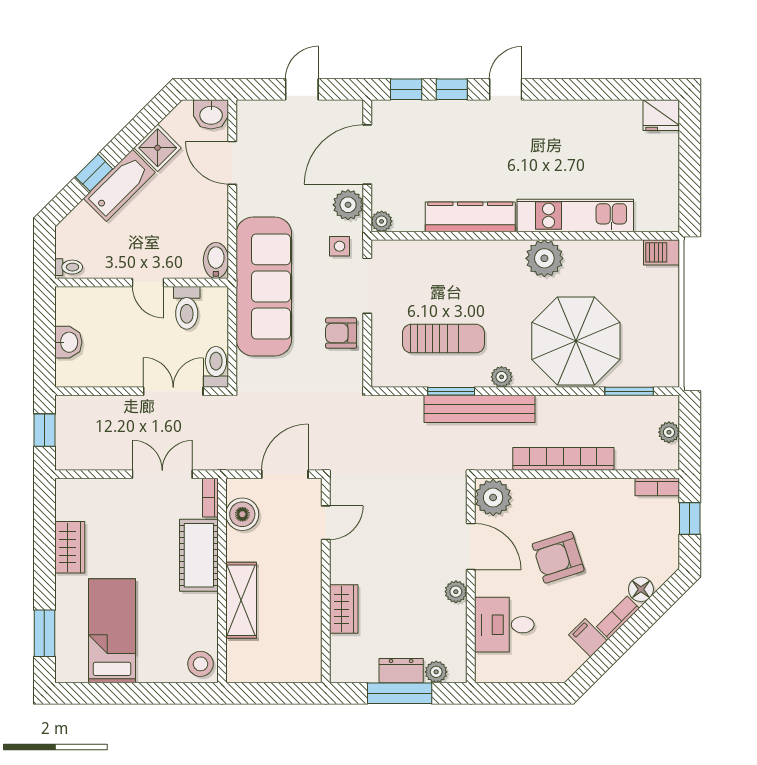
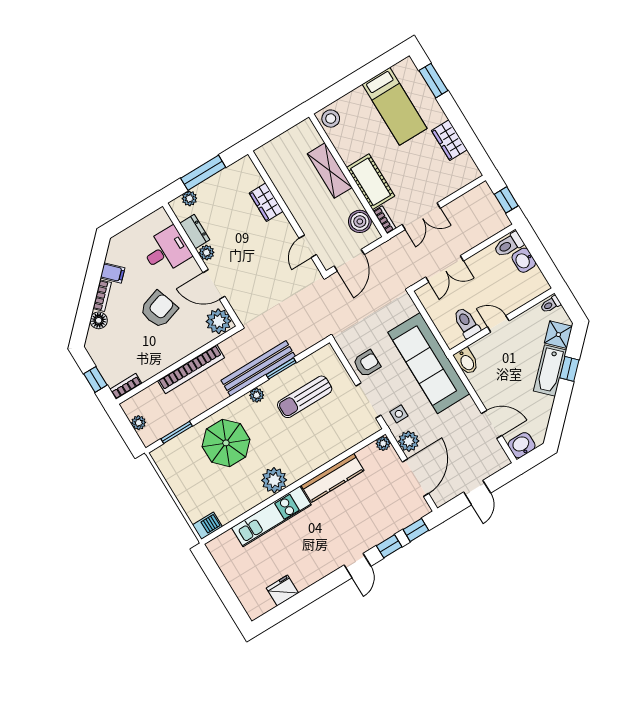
fridge: (661, 115) -> (282, 591), moved
shower: (158, 148) -> (558, 335), moved
parasol: (576, 341) -> (226, 443), width x0.73, depth x0.73
toilet: (216, 367) -> (509, 245), moved, turned 90
dresser: (401, 671) -> (195, 232), moved, turned -90

